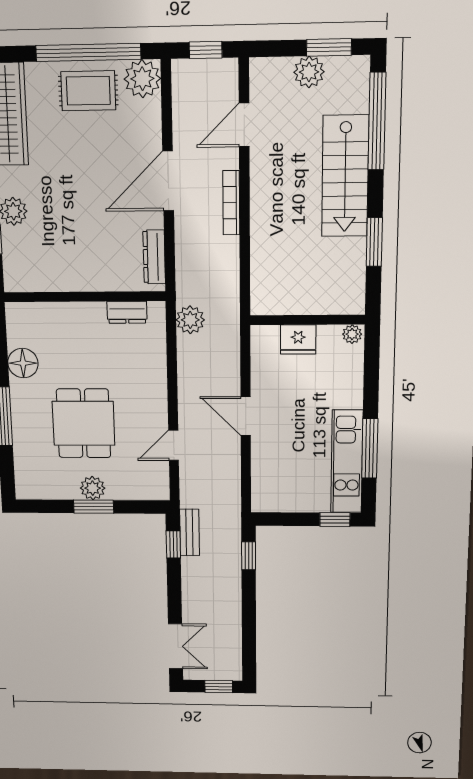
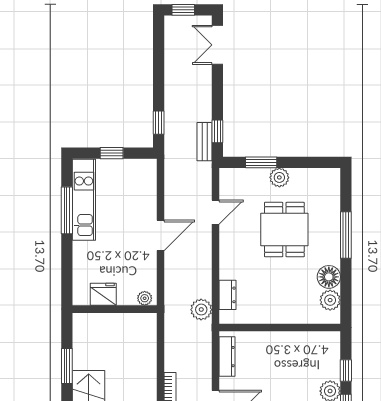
dresser: (127, 312) -> (228, 295), moved, turned 90
plant: (20, 333) -> (330, 300), added
plant: (352, 334) -> (145, 298), moved
fridge: (298, 340) -> (103, 294), moved
door: (246, 416) -> (161, 235), hinge flipped
window: (94, 507) -> (261, 162), moved
window: (335, 520) -> (112, 153), moved

